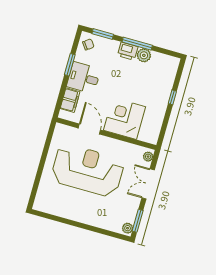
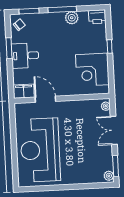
printer: (128, 51) -> (97, 17), moved
filing cabinet: (70, 100) -> (24, 91), moved, turned -90
corner desk: (125, 118) -> (92, 70), moved, turned -90
reception desk: (88, 170) -> (40, 150), moved, turned -90

